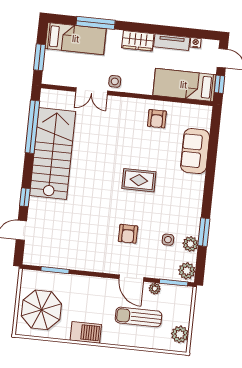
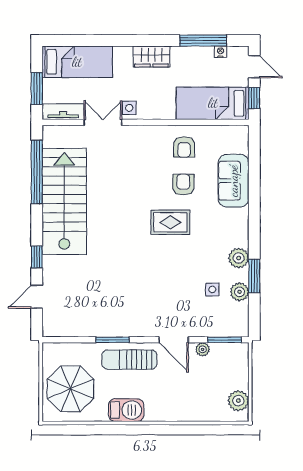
window: (96, 23) -> (203, 41), moved
tv unit: (172, 42) -> (63, 112), moved, turned 180
double door: (92, 91) -> (103, 122), swing flipped
armchair: (128, 234) -> (183, 185), moved, turned 180
window: (55, 270) -> (112, 340), moved
plant: (187, 271) -> (239, 258), moved
sun lounger: (138, 317) -> (129, 360), moved

